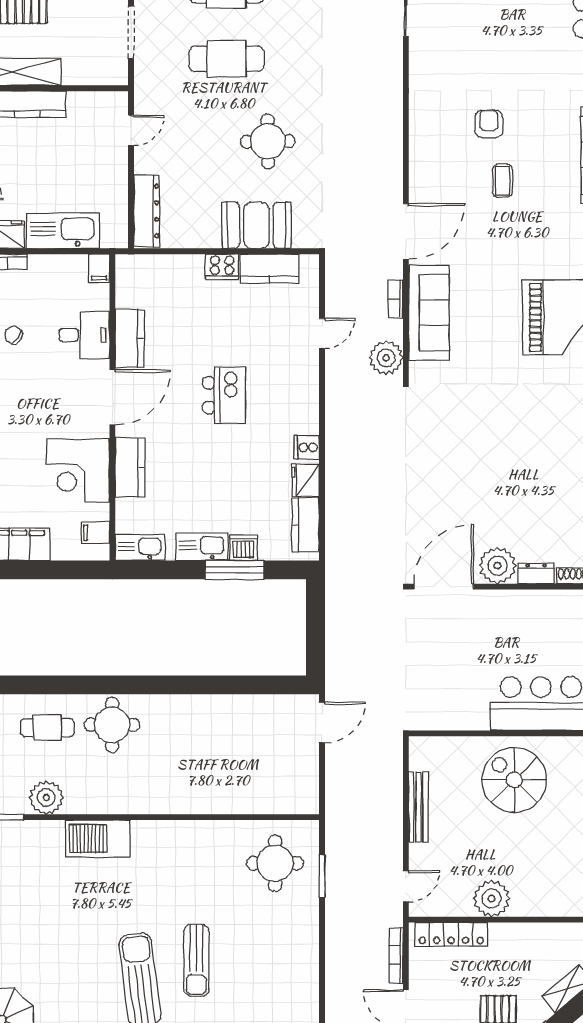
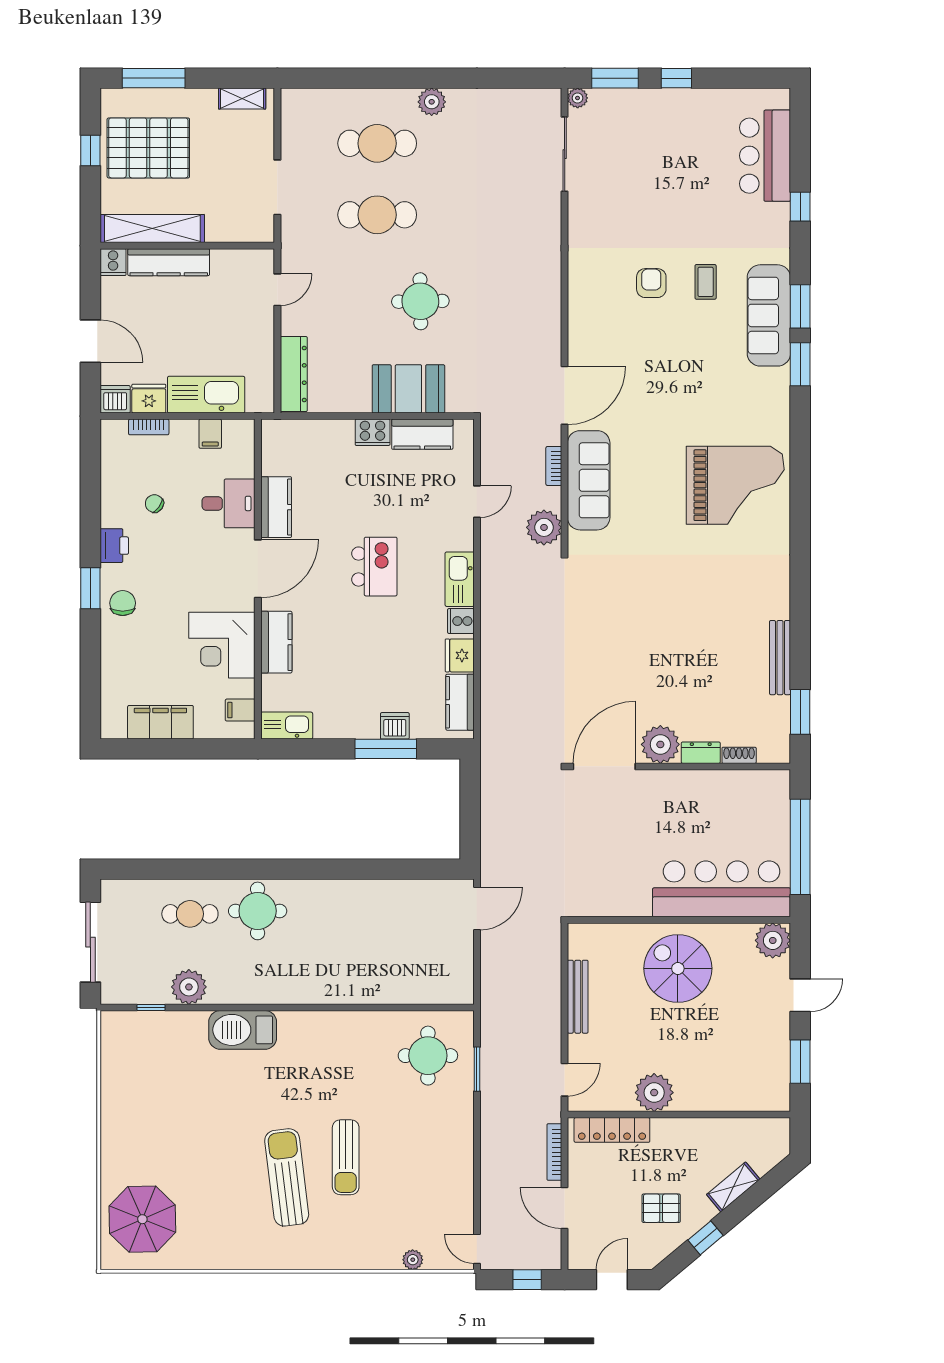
coffee table: (502, 181) -> (706, 282), moved
filing cabinet: (99, 268) -> (210, 434), moved
kitchen sink: (202, 547) -> (460, 579), moved, turned -90

